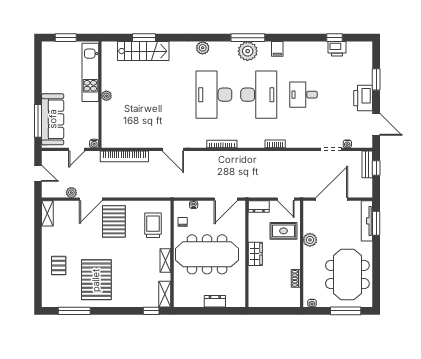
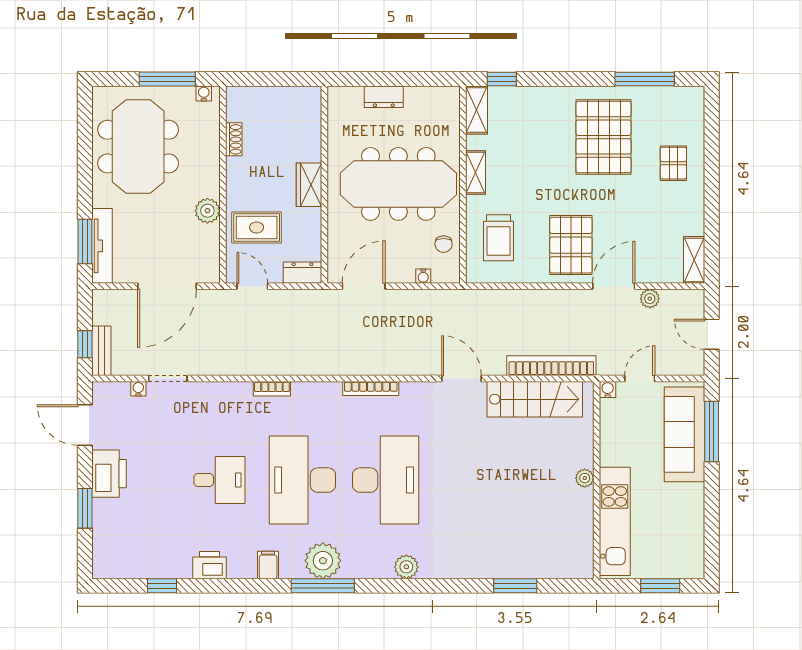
printer: (337, 49) -> (209, 565), moved
stairs: (143, 51) -> (535, 399), moved, turned 180
window: (346, 311) -> (167, 79), moved

